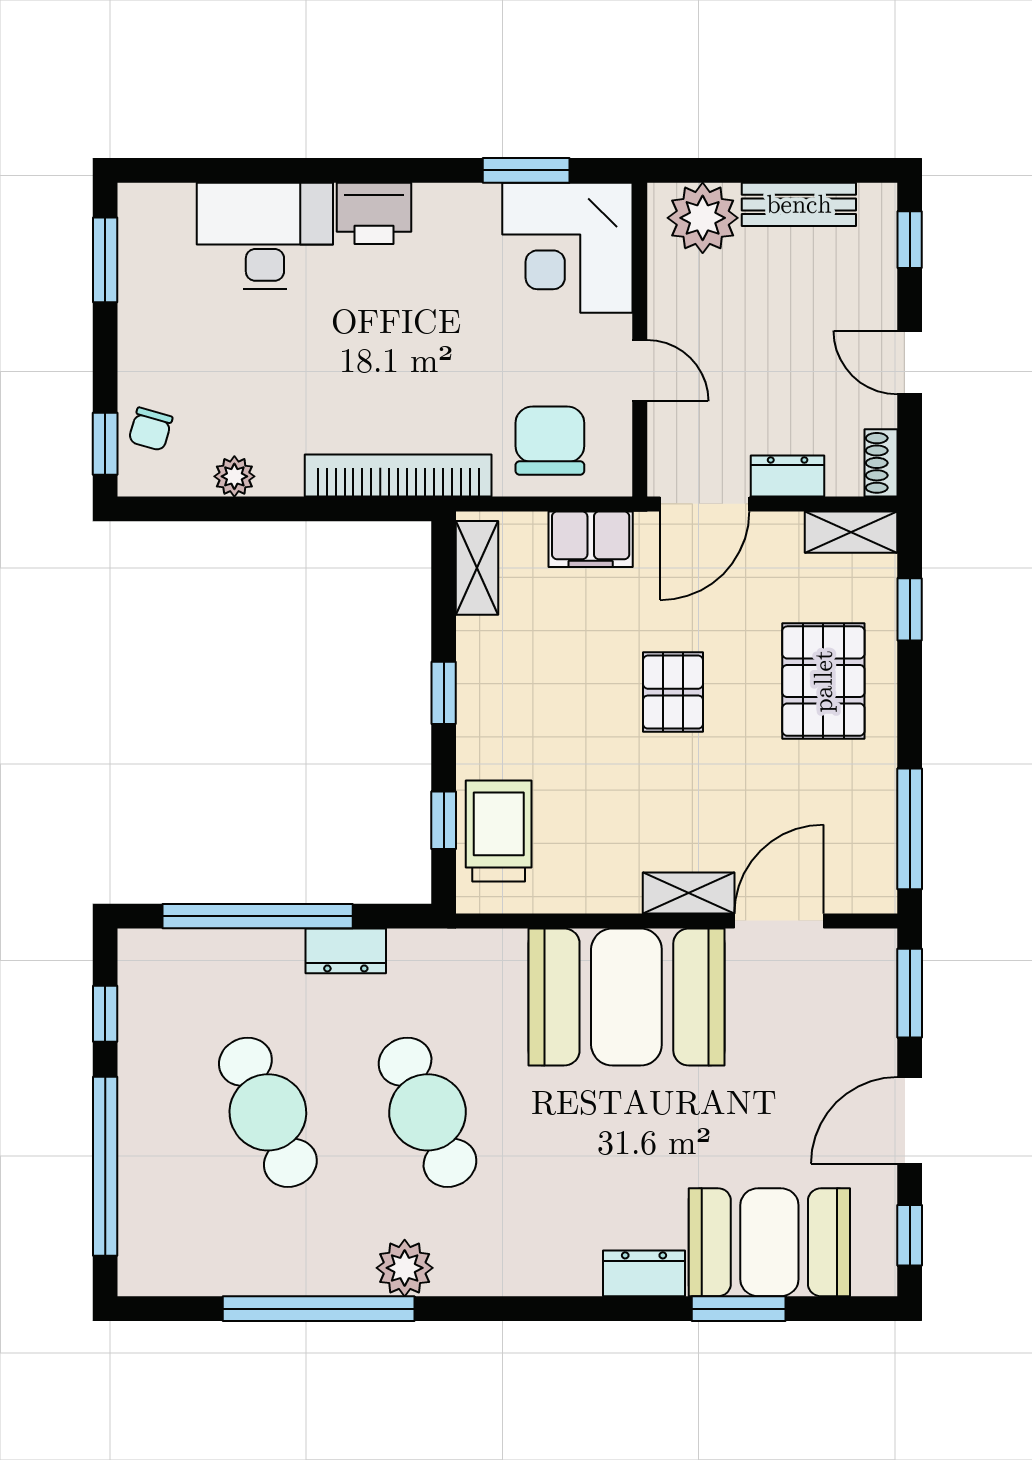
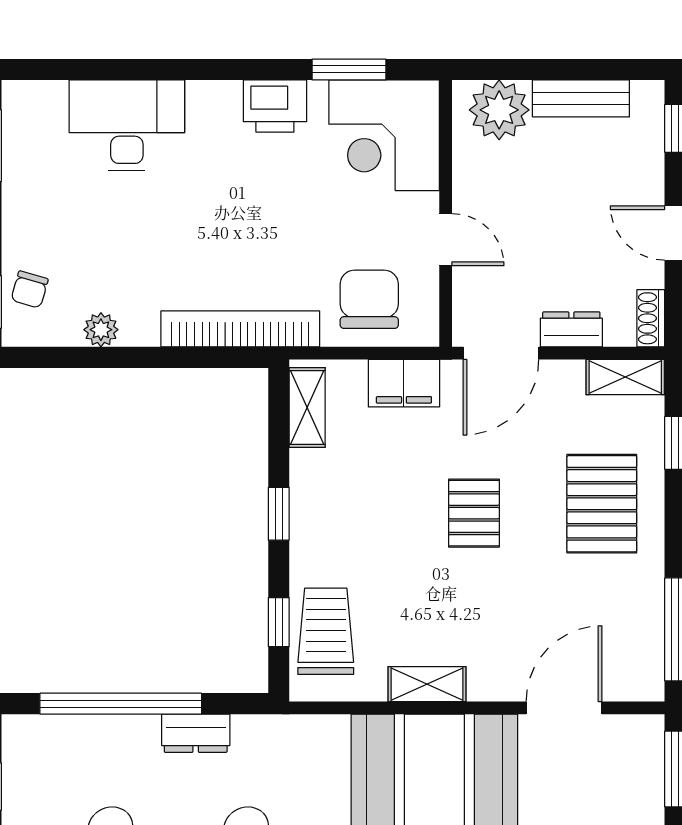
printer: (374, 213) -> (275, 106), moved
shelving: (689, 893) -> (427, 684), moved

